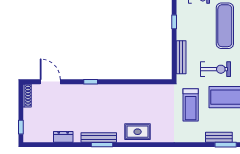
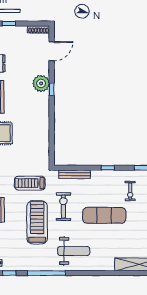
exercise bike: (216, 69) -> (63, 207), turned 180
plant: (85, 93) -> (41, 83), added

